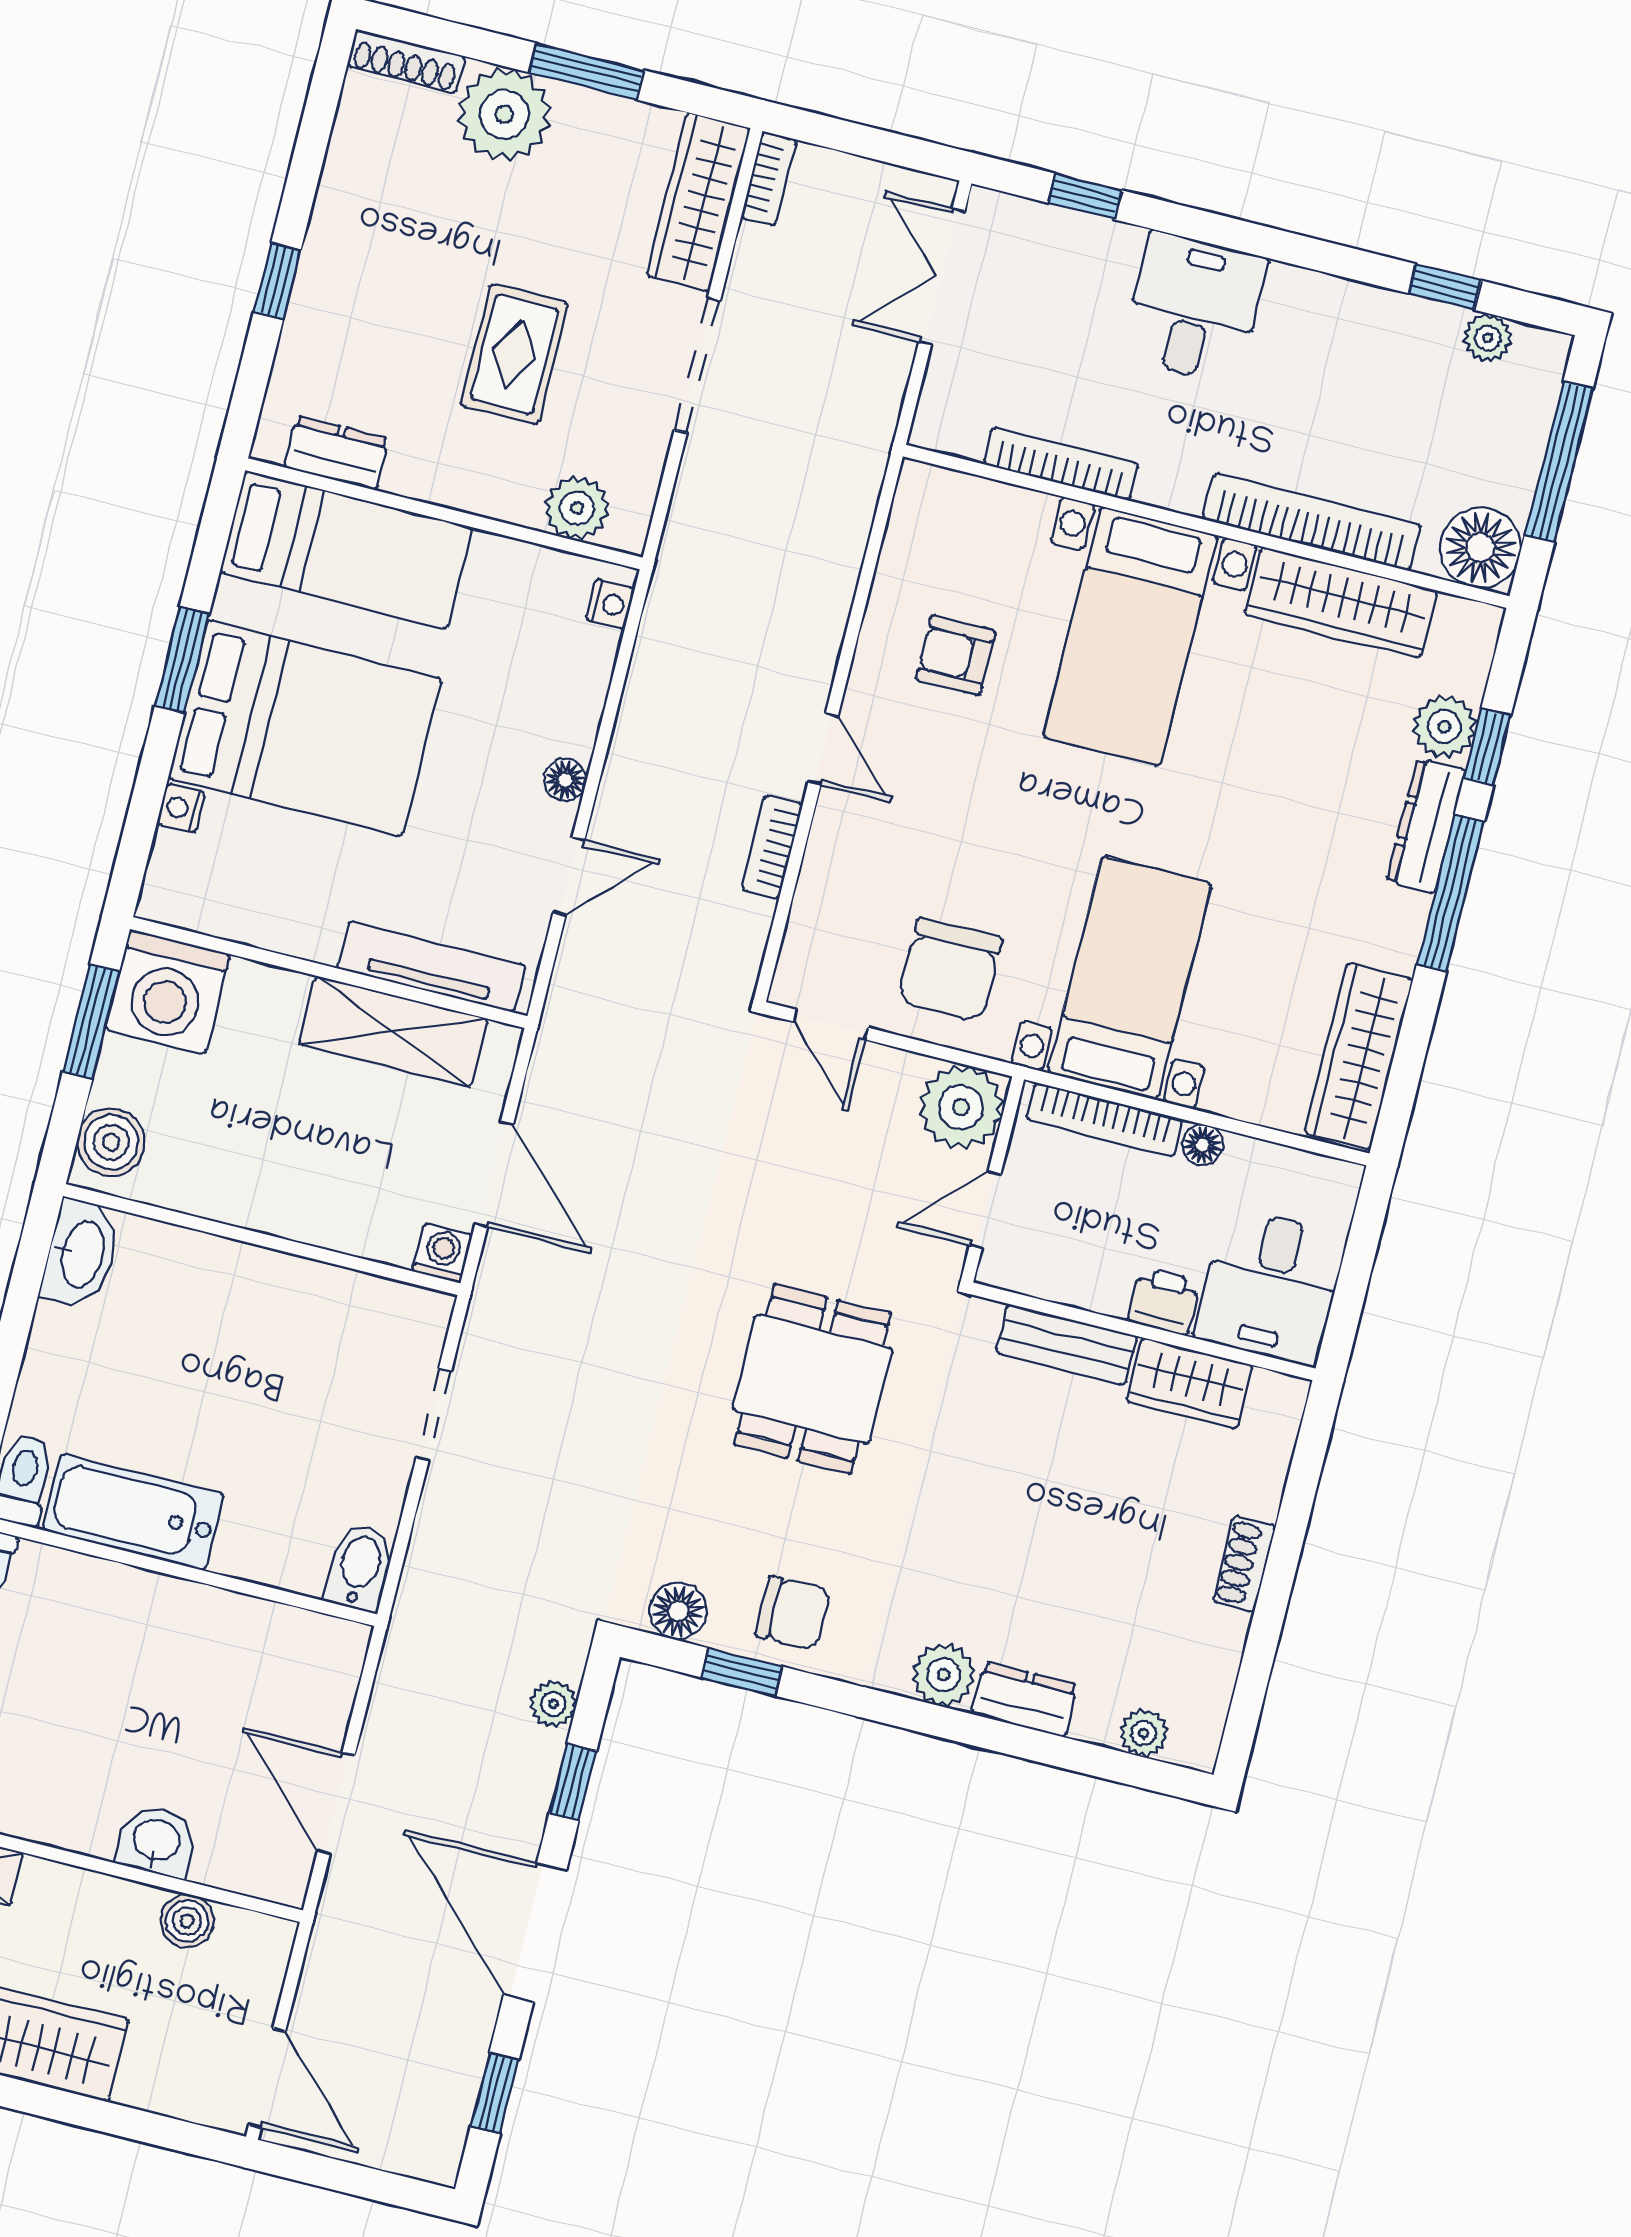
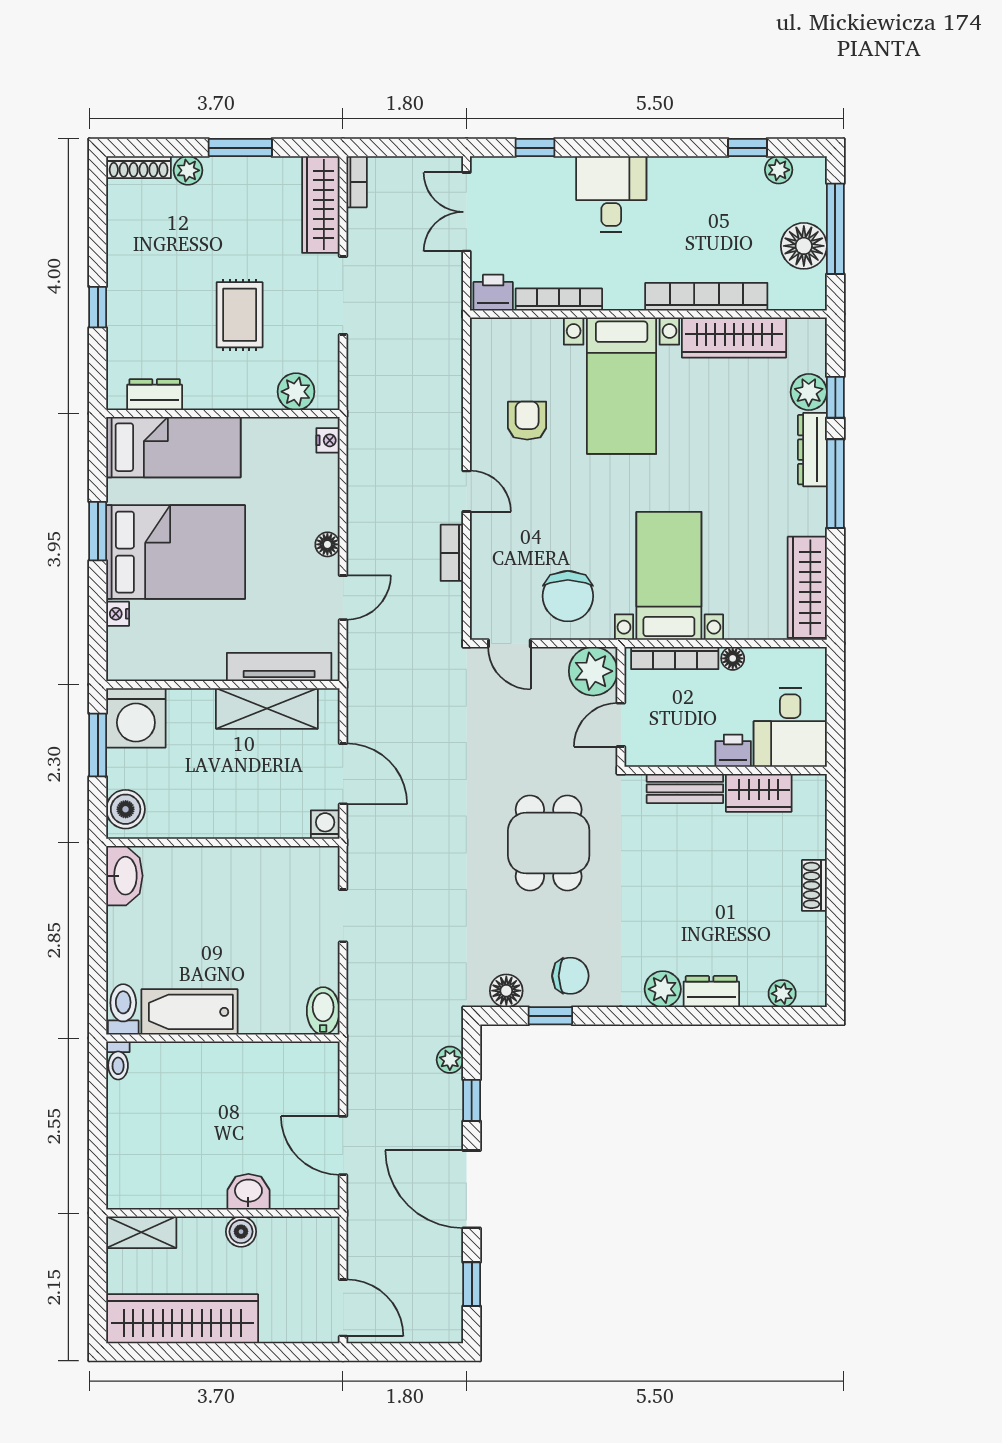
plant: (504, 114) -> (188, 170), width x0.53, depth x0.53
printer: (953, 424) -> (493, 293), added
floor lamp: (1480, 548) -> (804, 246), moved
armchair: (956, 655) -> (527, 421), turned 90
boiler: (187, 1921) -> (241, 1232), moved

